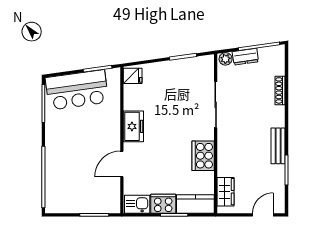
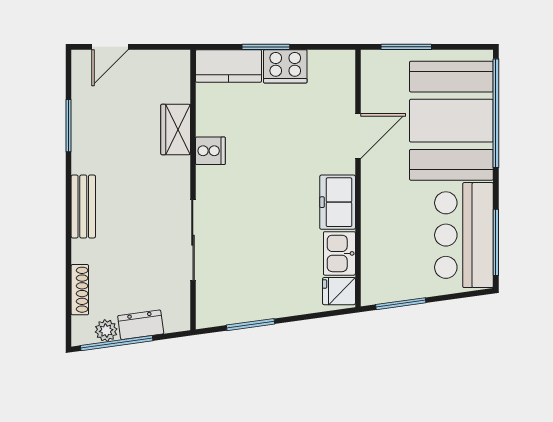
plant: (226, 59) -> (106, 331), moved
bar counter: (77, 90) -> (464, 235), moved, turned -82
shoe rack: (280, 90) -> (80, 290), moved
bench: (278, 146) -> (83, 206), moved
cooker: (203, 156) -> (210, 151), width x0.53, depth x0.76
booth: (69, 173) -> (451, 121), added
wardrobe: (226, 192) -> (176, 129), moved
kitchen sink: (137, 204) -> (339, 253), moved, turned 90

